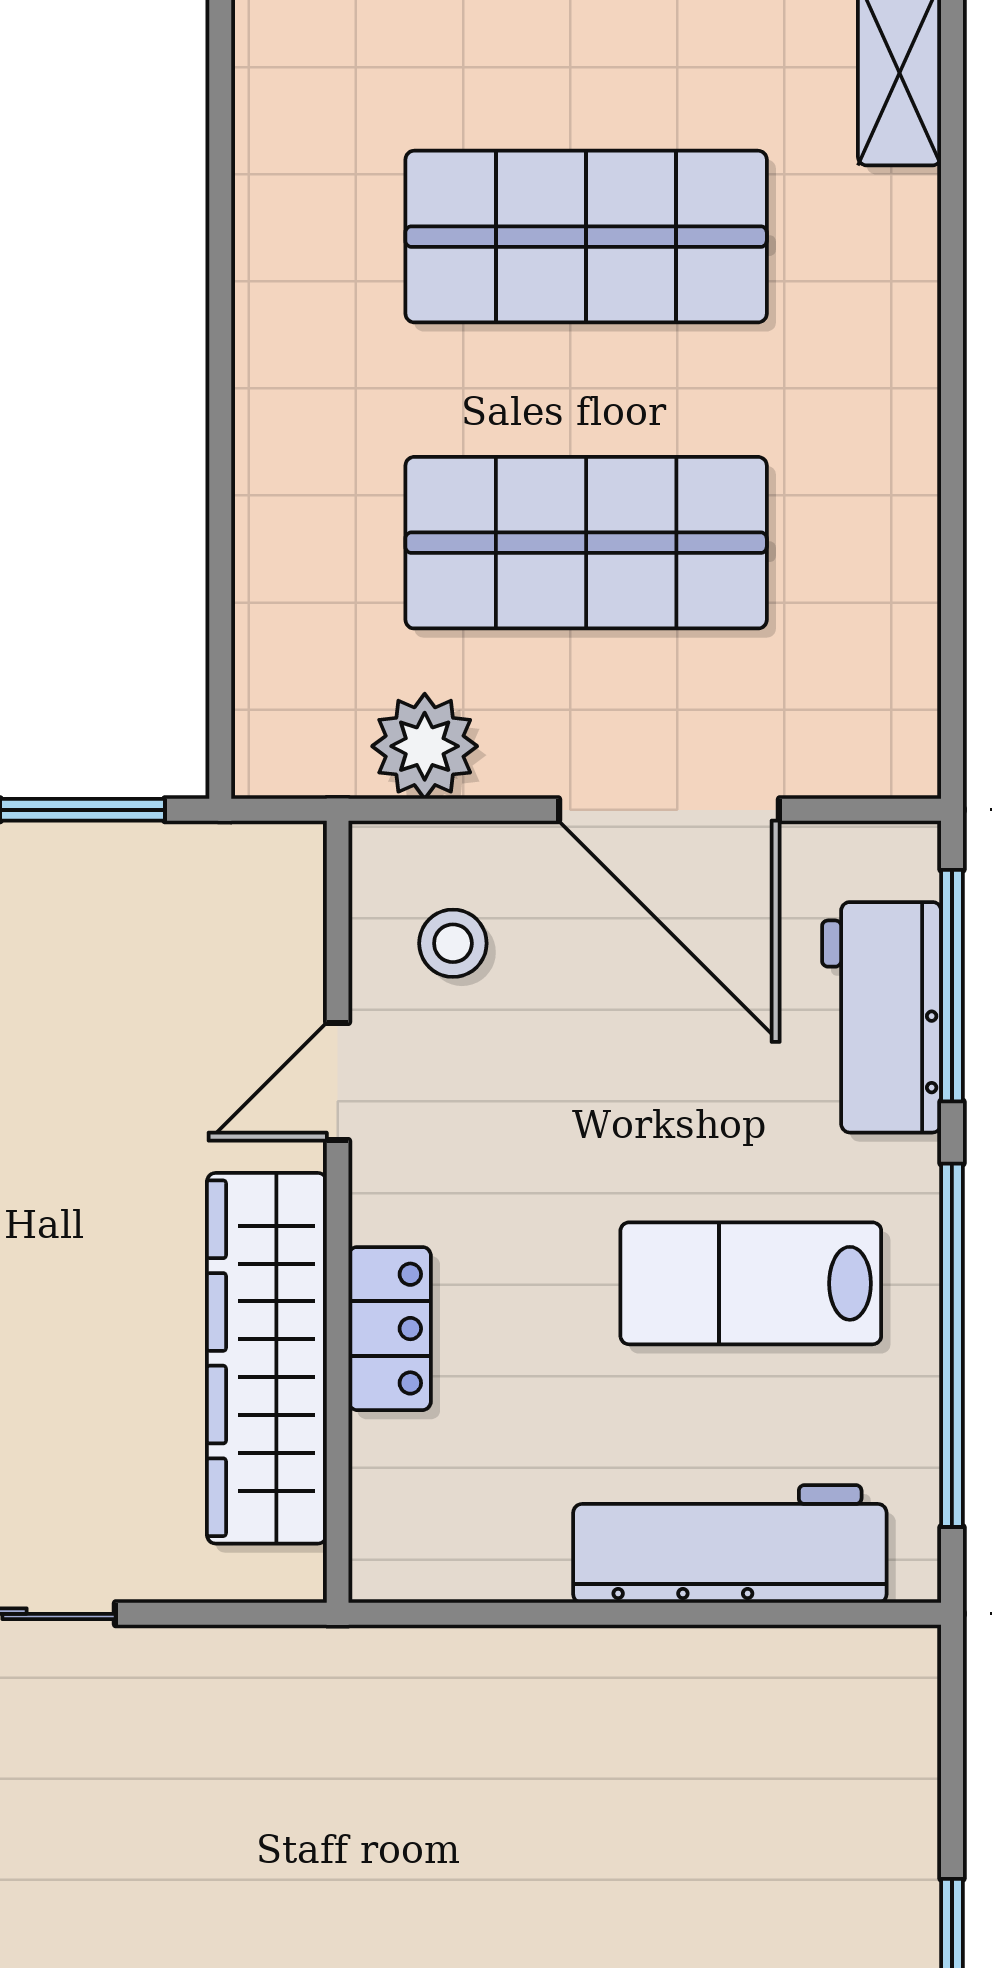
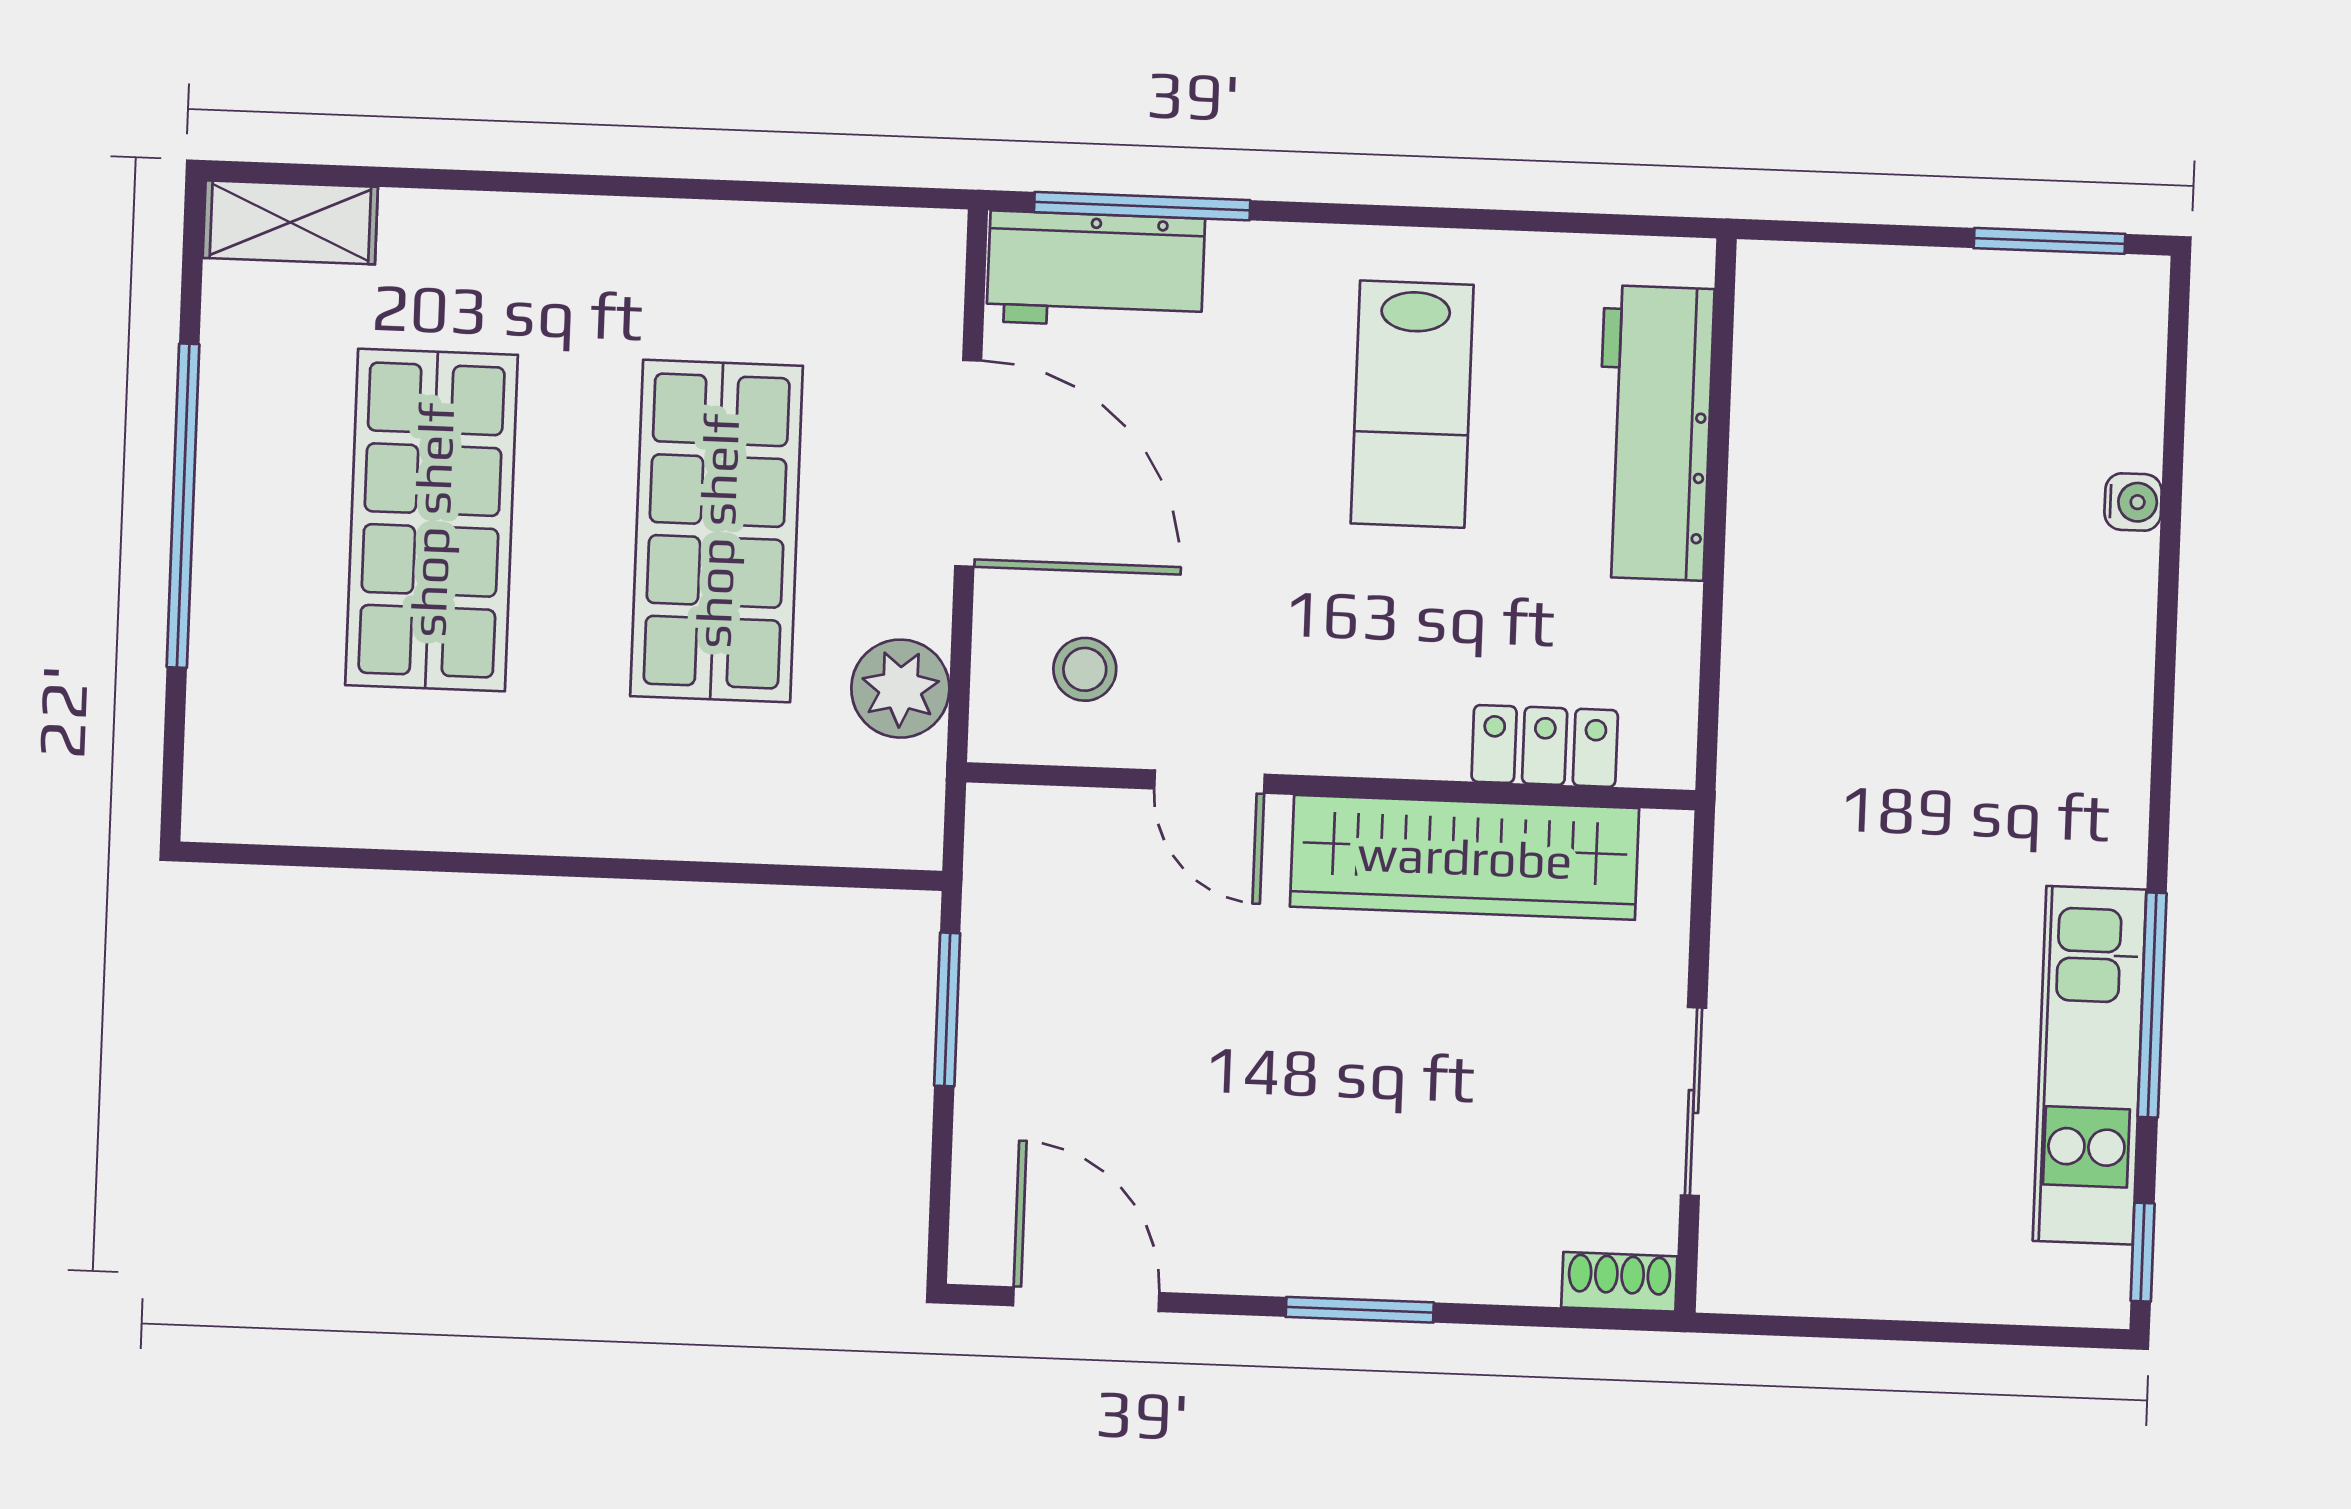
door: (669, 810) -> (968, 463), hinge flipped
workbench: (882, 1017) -> (1096, 270), moved
locker: (390, 1329) -> (1545, 746), moved
window: (952, 1345) -> (1477, 219), removed

